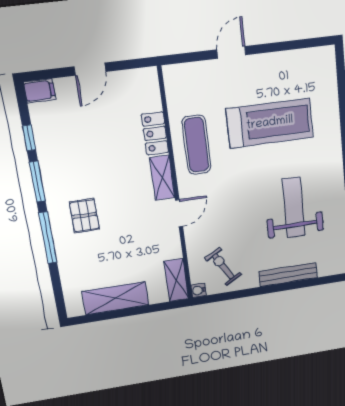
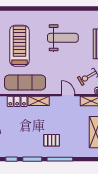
exercise mat: (197, 145) -> (25, 82), width x1.36, depth x1.45
weight bench: (294, 207) -> (63, 38), turned 180
door: (179, 213) -> (68, 95), moved

